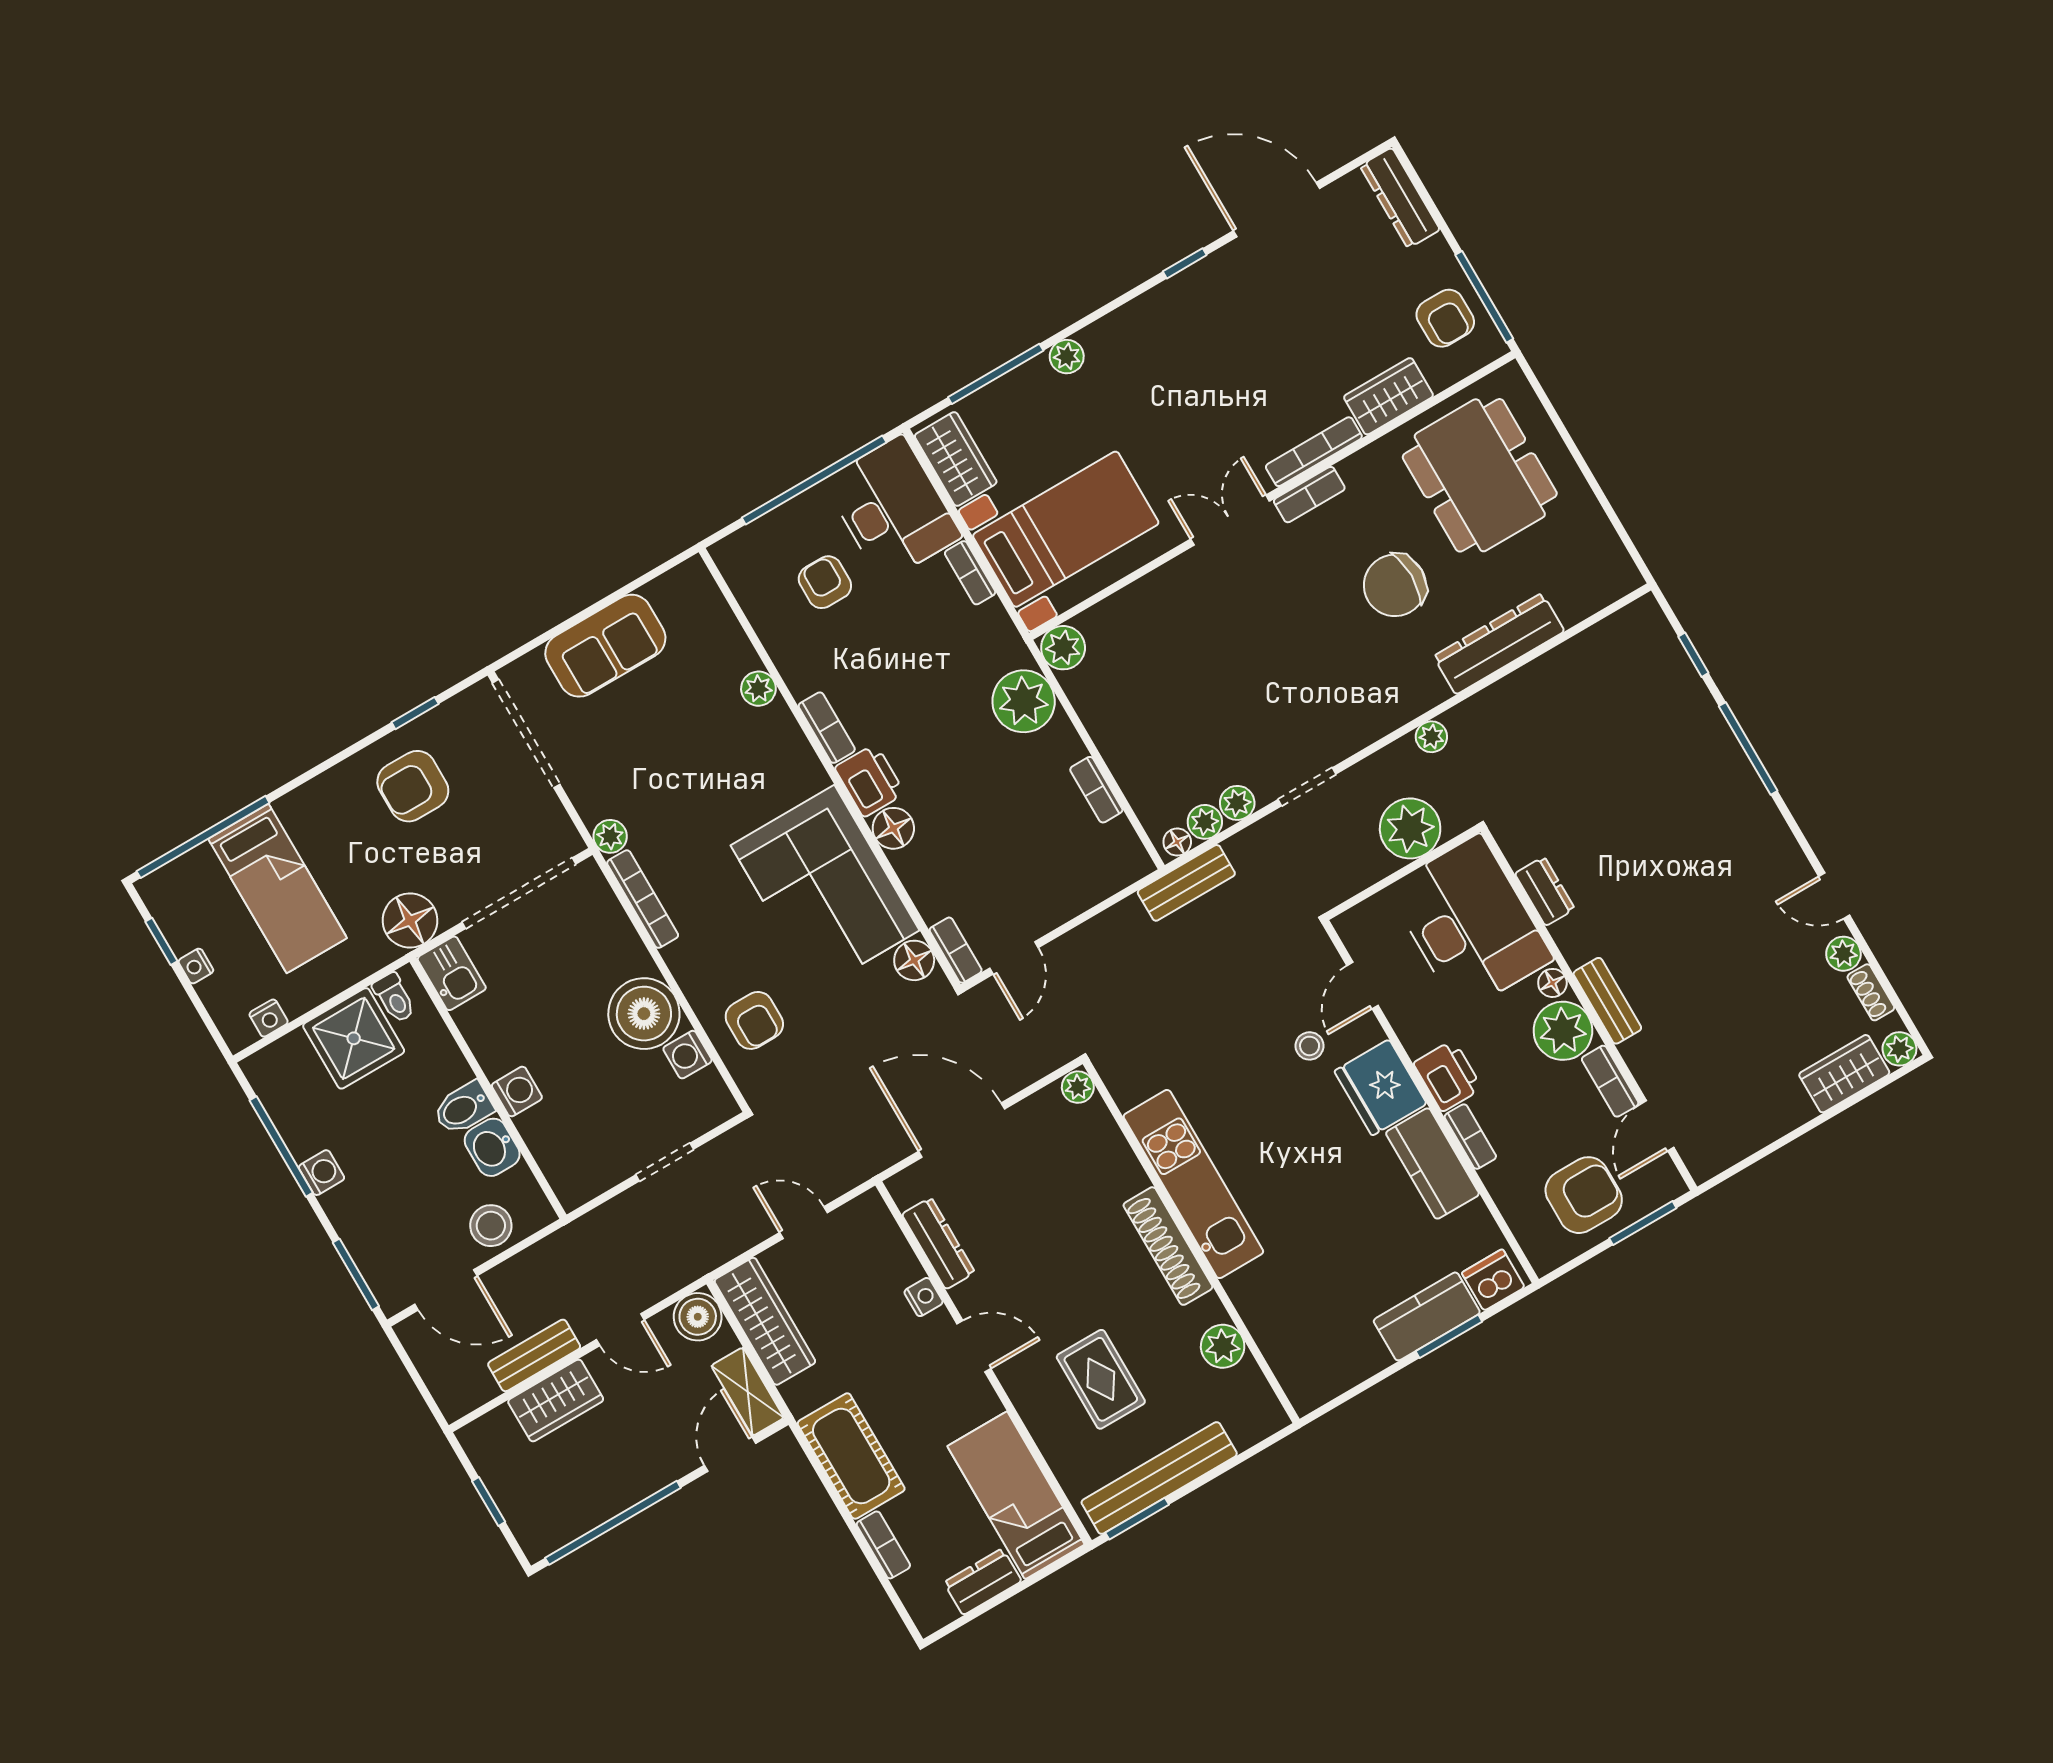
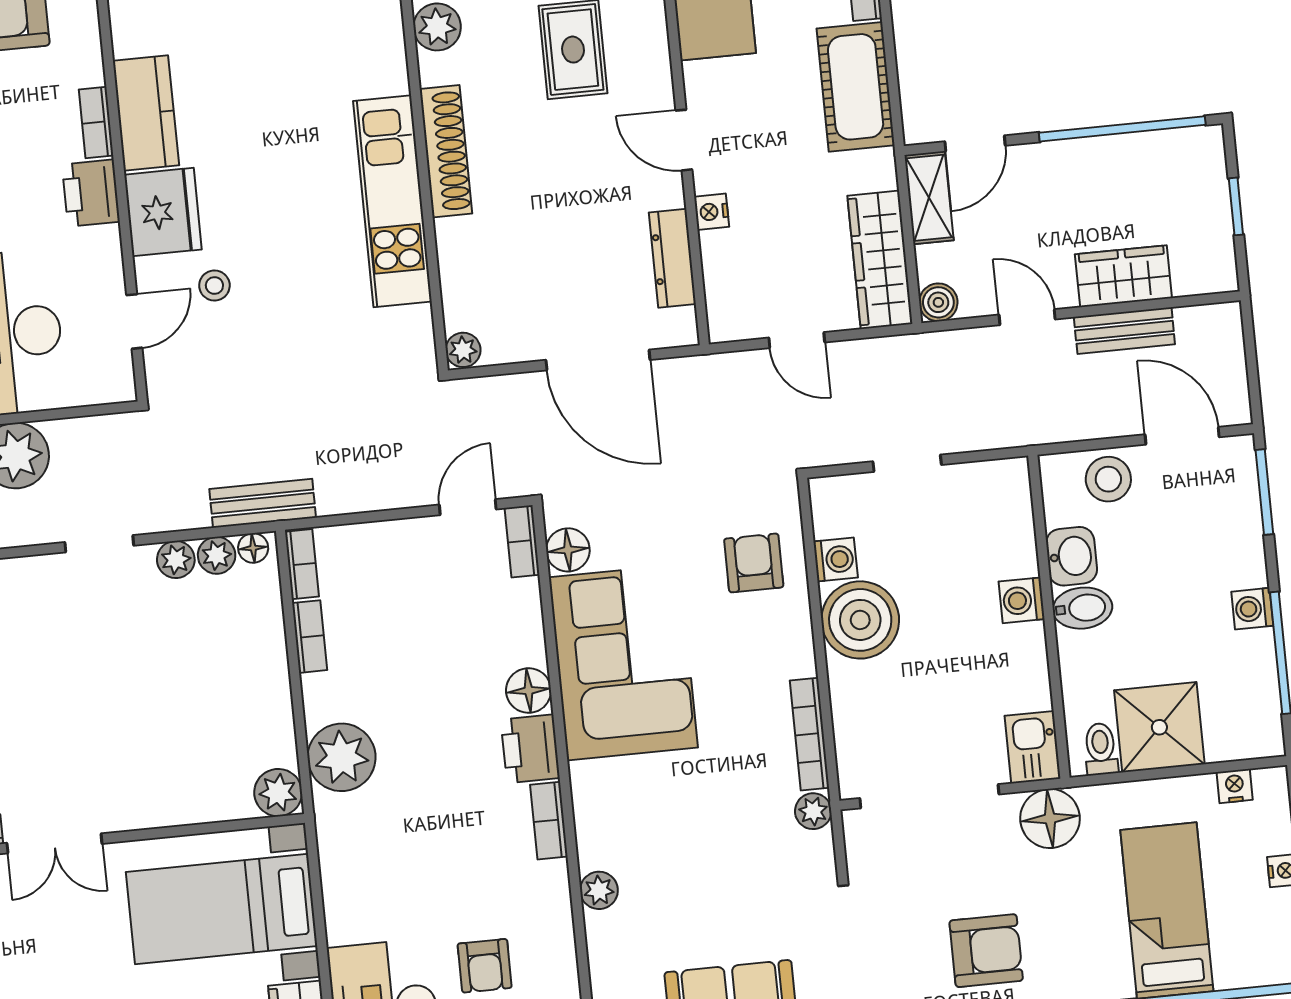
bookcase: (970, 573) -> (302, 564), moved
boiler: (698, 1317) -> (938, 302), width x0.73, depth x0.73

